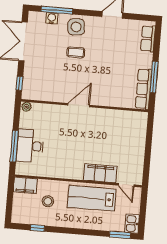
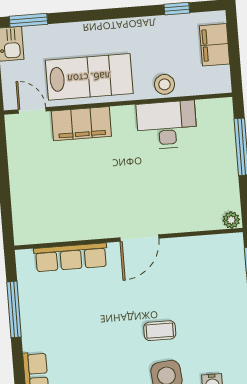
row of seats: (144, 89) -> (71, 257), moved, turned 90
desk: (30, 146) -> (167, 125), moved, turned -90
filing cabinet: (25, 185) -> (215, 45), moved, turned -90
stool: (48, 201) -> (164, 84), moved

